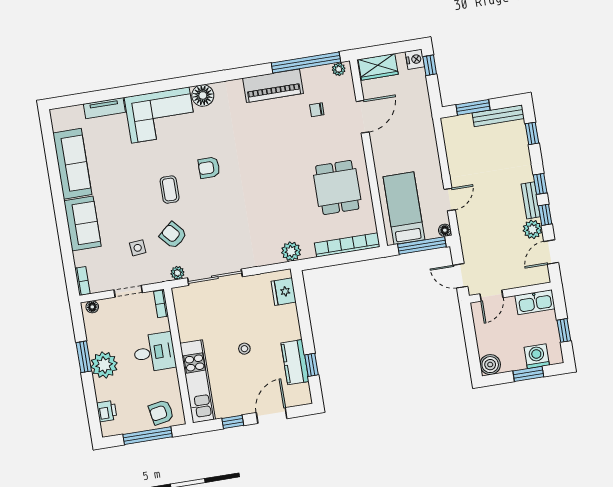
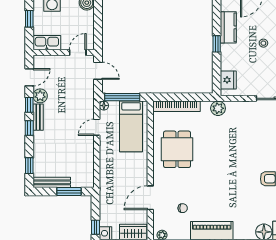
window: (311, 365) -> (217, 44), moved

